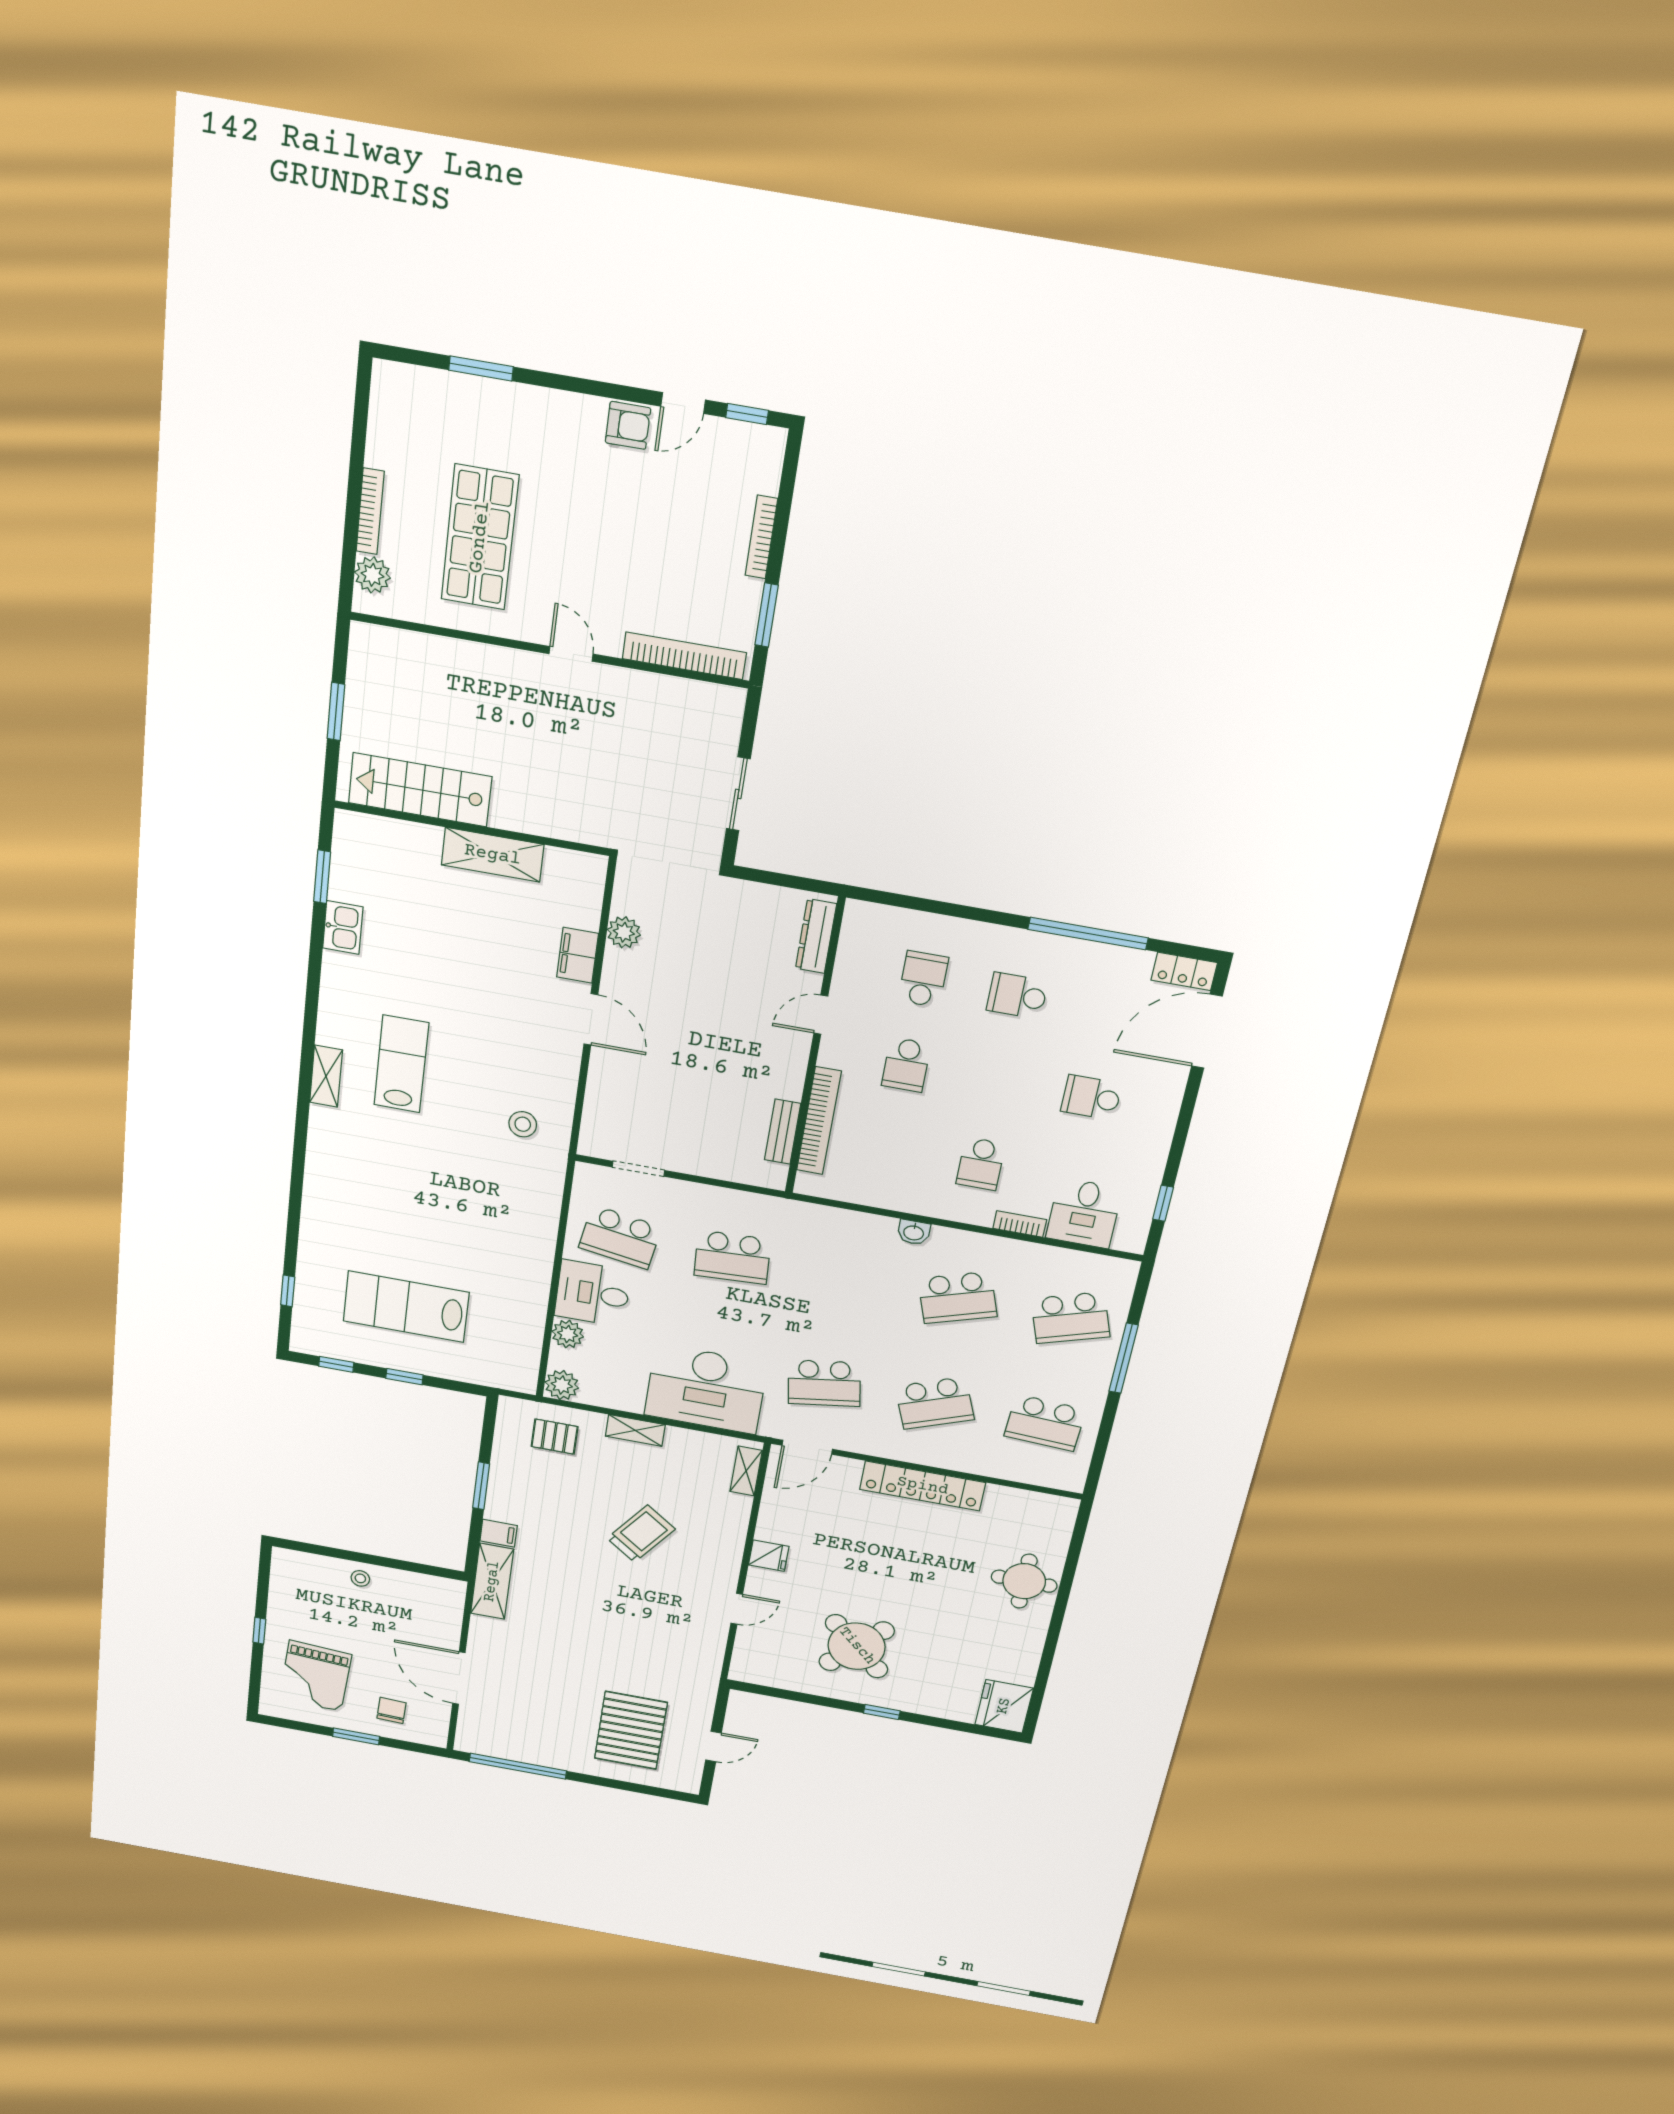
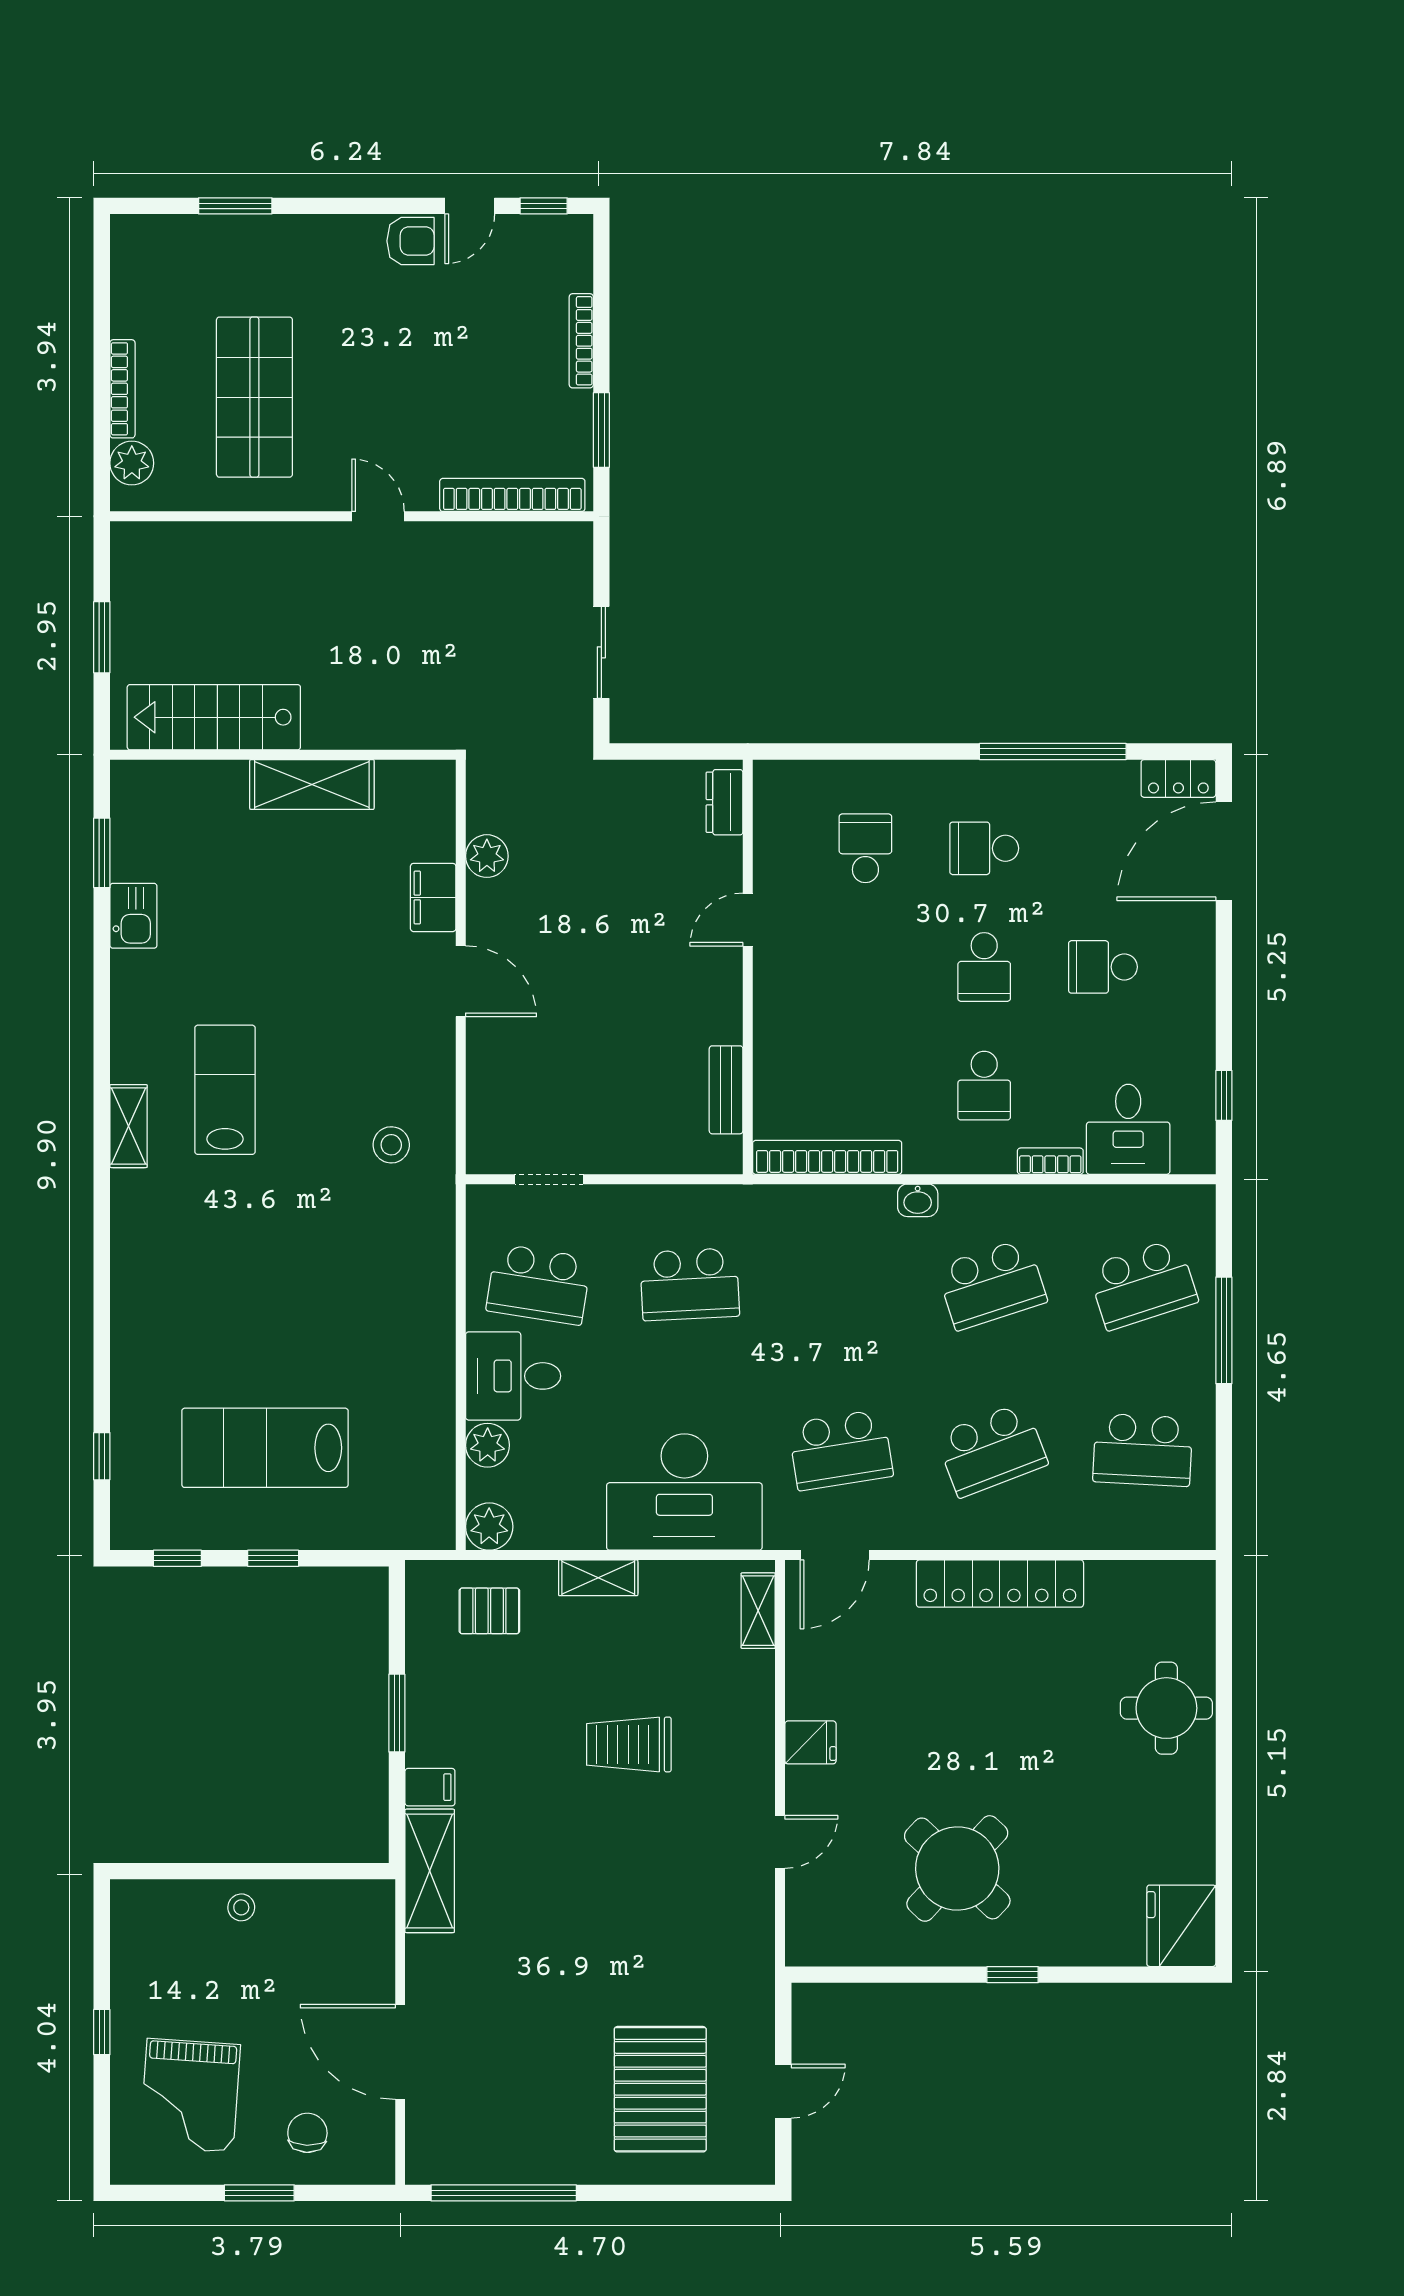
dresser: (816, 936) -> (724, 802), width x0.70
school desk: (906, 1065) -> (984, 967), moved
bookcase: (819, 1121) -> (827, 1157), moved, turned -90
trolley: (641, 1534) -> (629, 1744), turned -126

